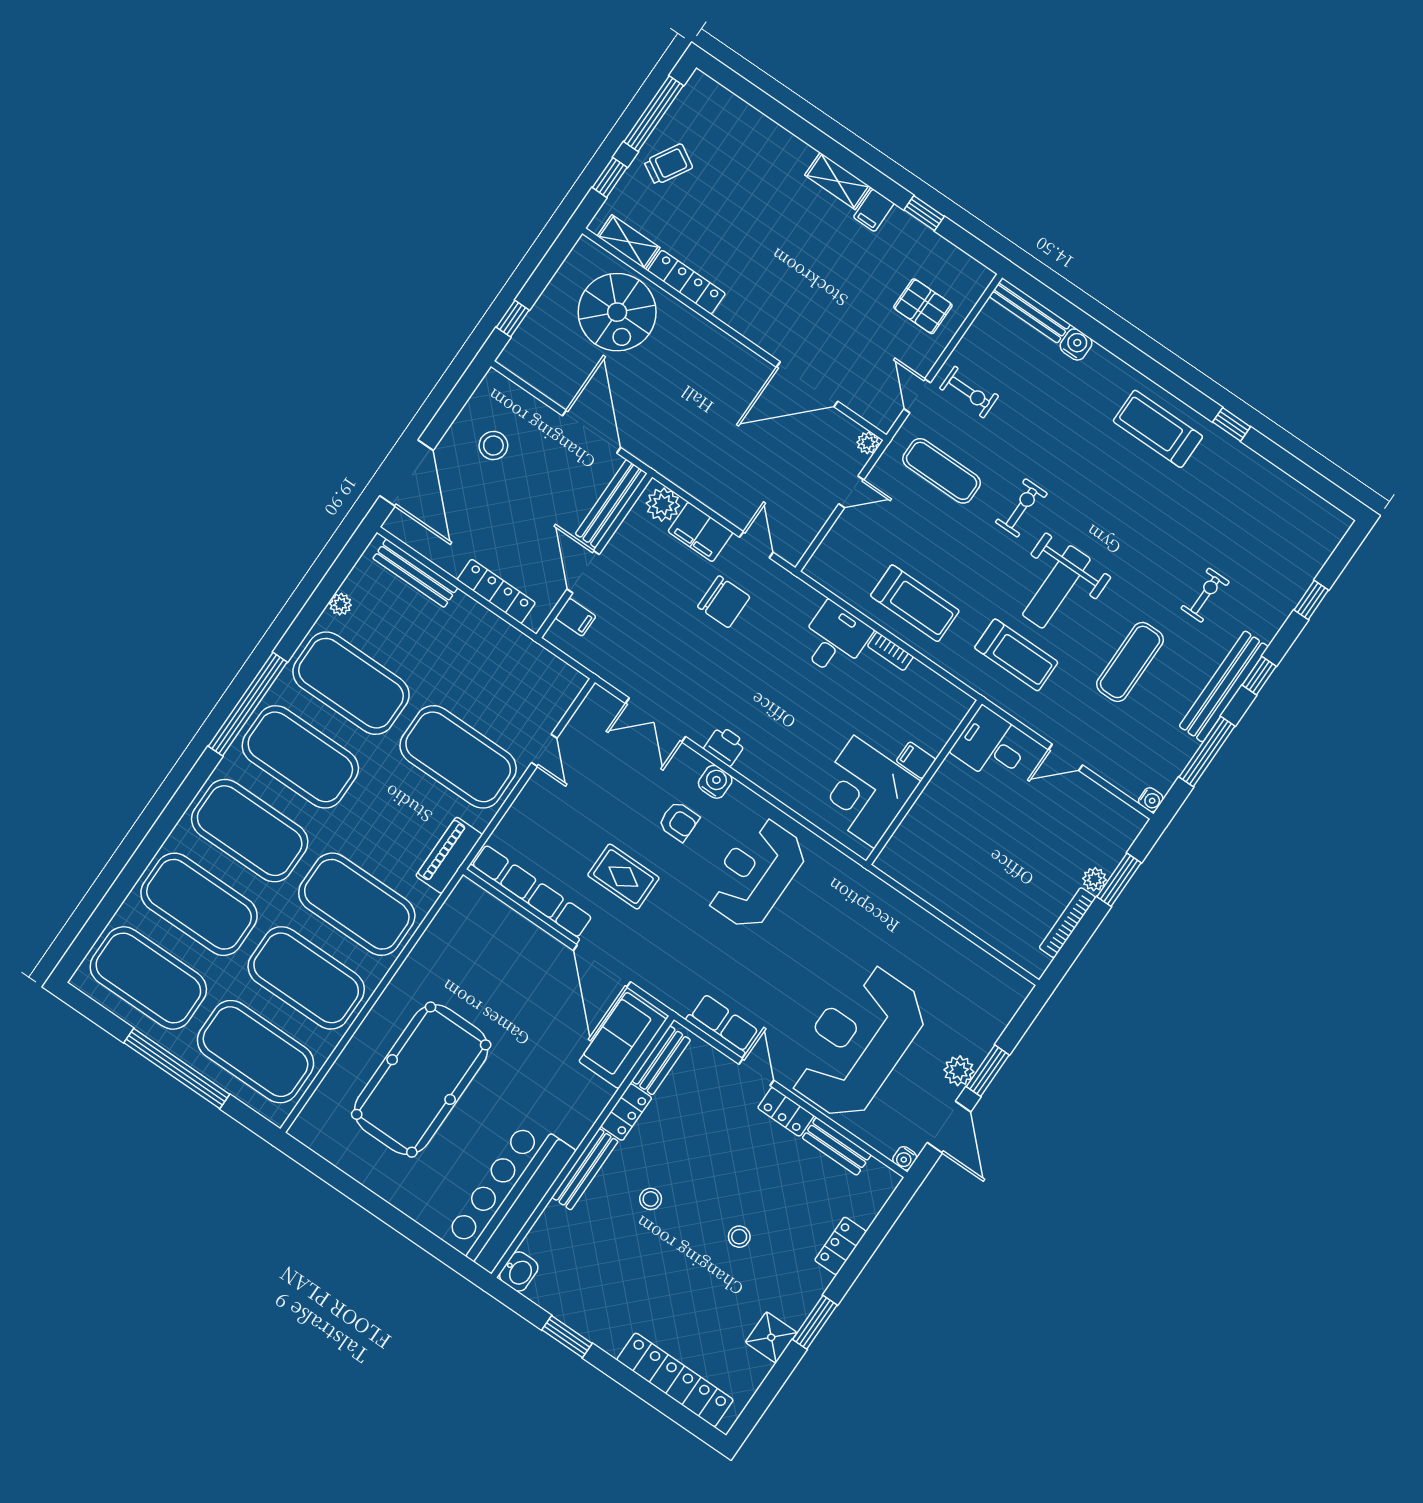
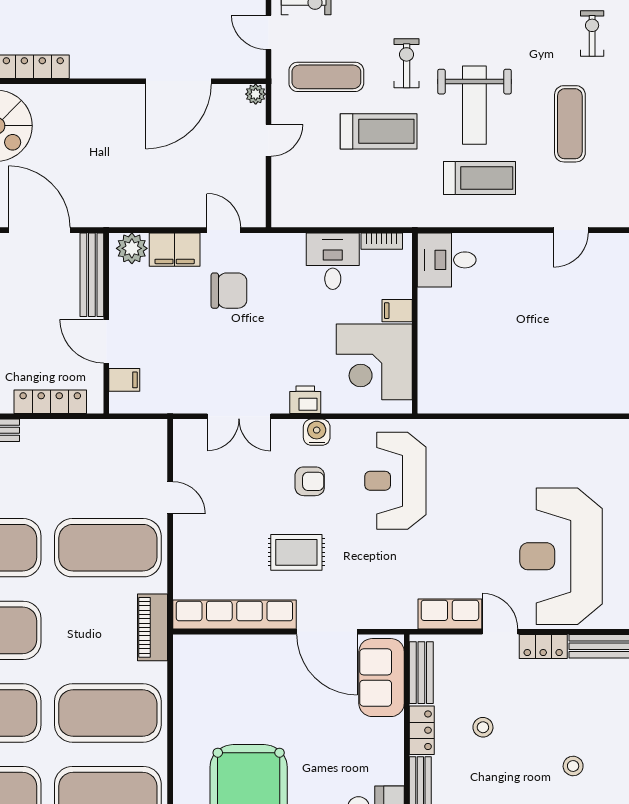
treadmill: (915, 603) -> (379, 131), moved
desk: (991, 745) -> (447, 260), moved
filing cabinet: (916, 760) -> (397, 311), moved
wall: (924, 782) -> (415, 323), moved
corner desk: (864, 792) -> (374, 362), moved
stool: (651, 1199) -> (483, 727), moved

